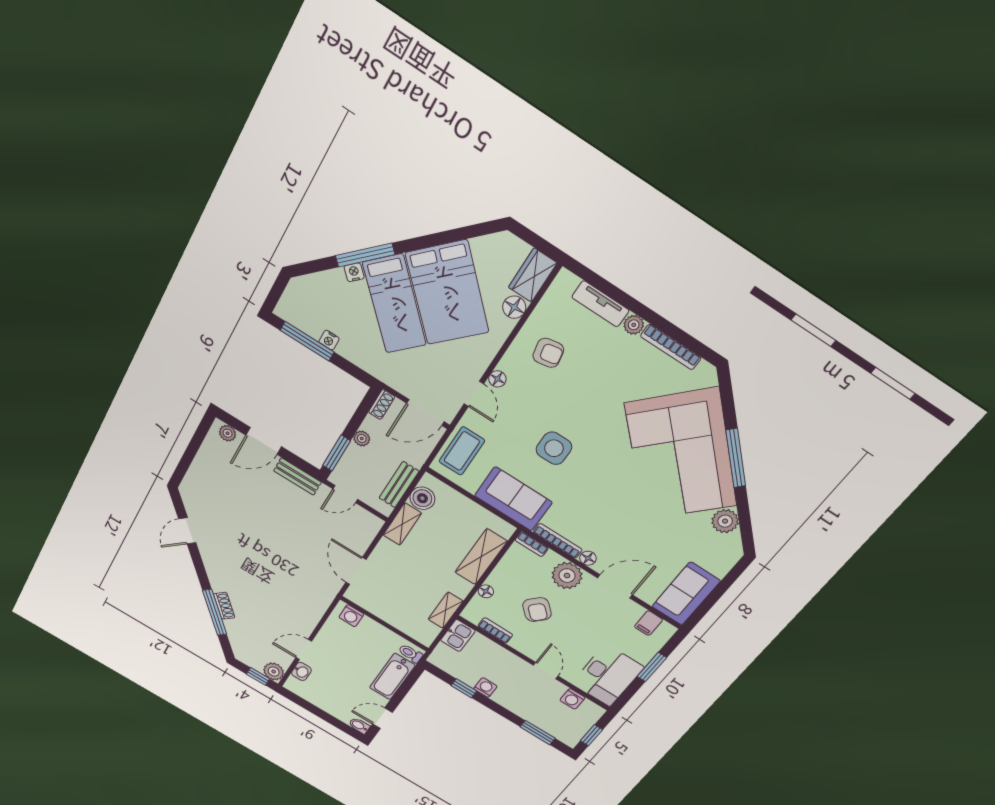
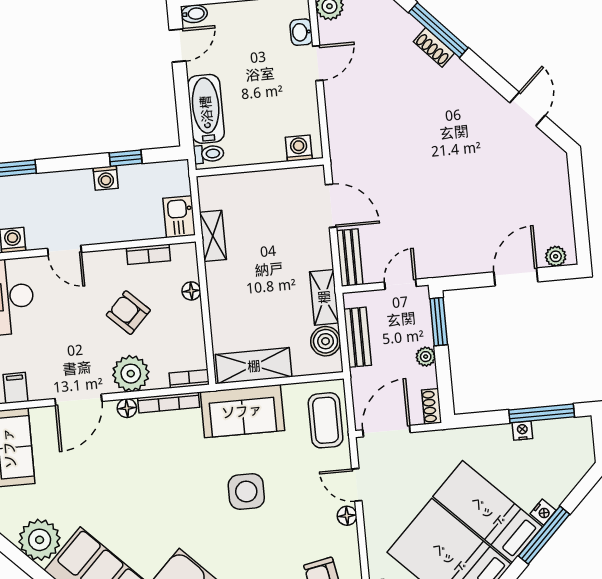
bench: (297, 477) -> (350, 258), moved, turned 90
plant: (725, 521) -> (40, 540), width x1.36, depth x1.36
shelving: (481, 557) -> (254, 366), moved, turned 90

